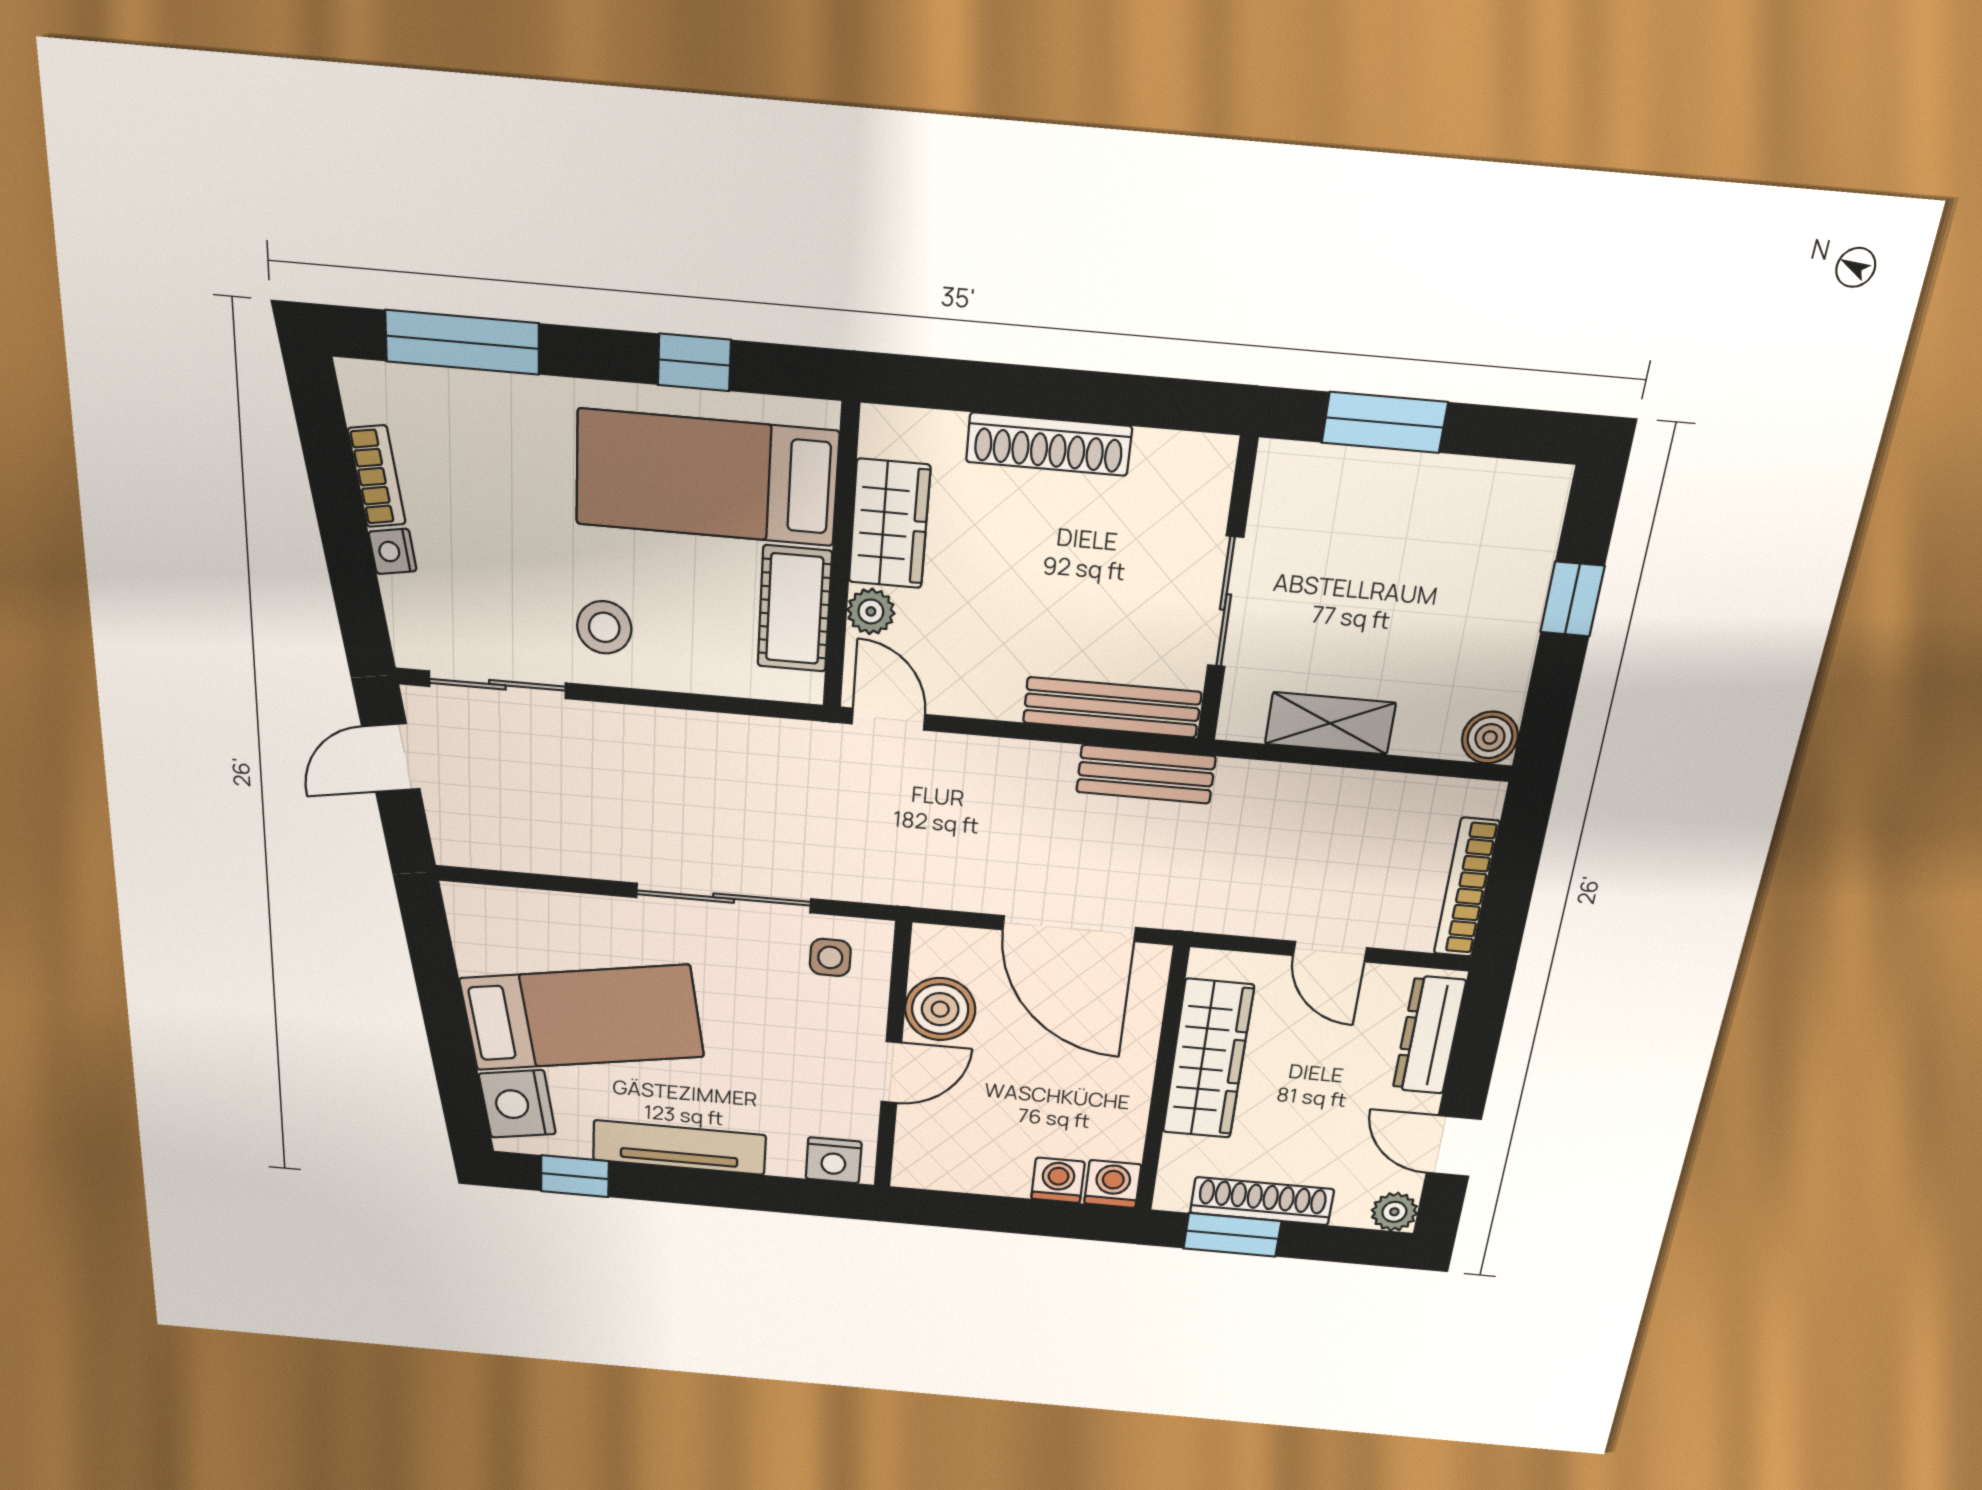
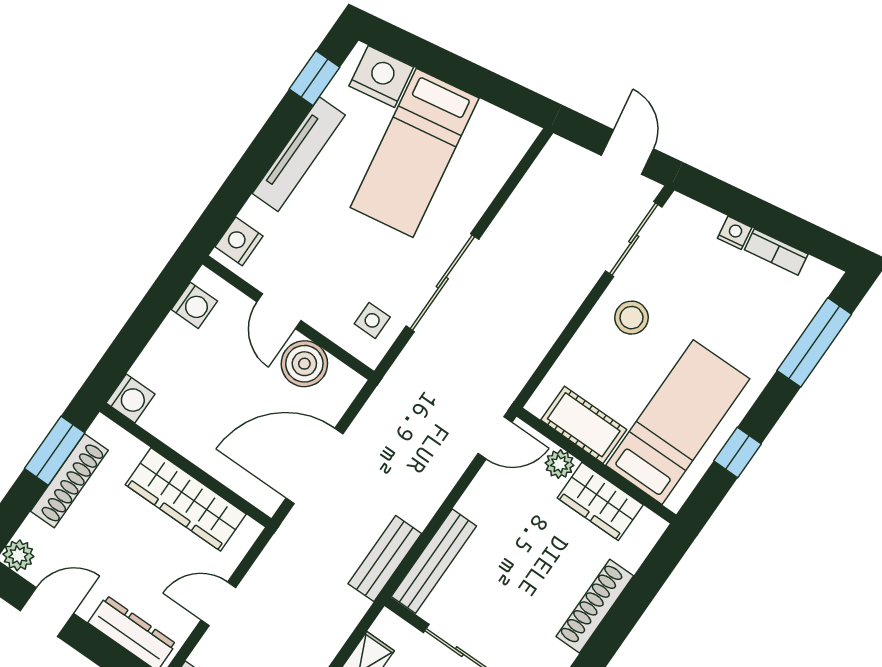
washing machine: (1058, 1180) -> (194, 305), moved

